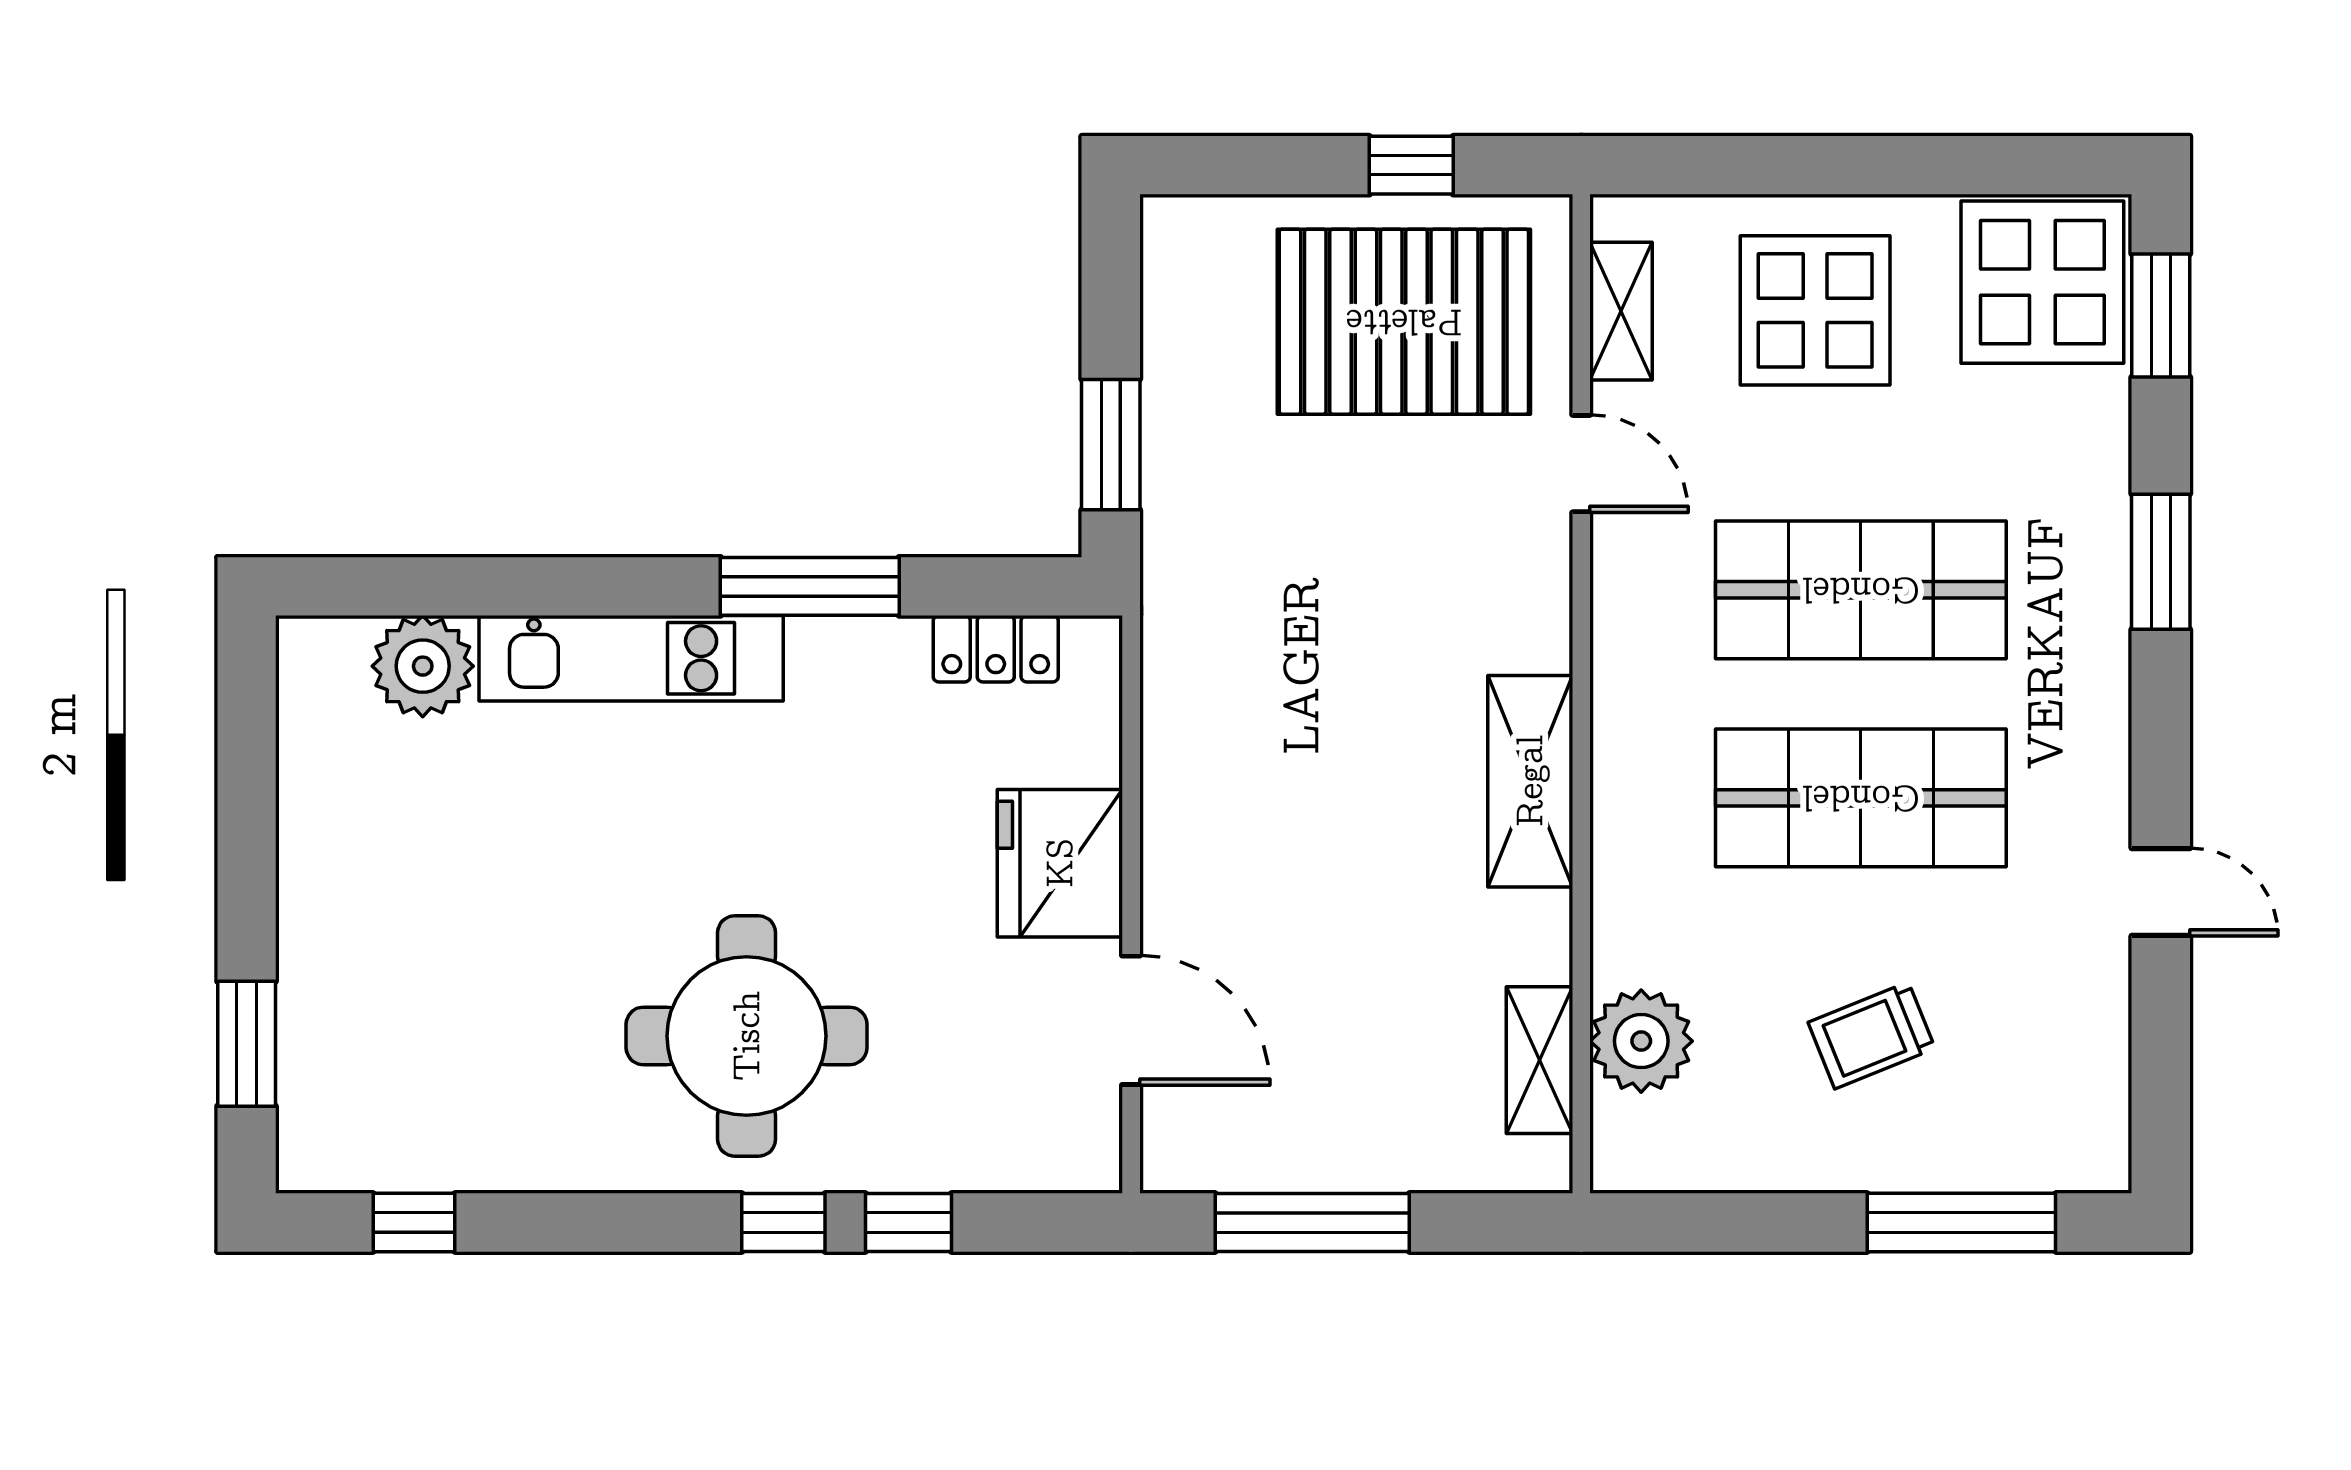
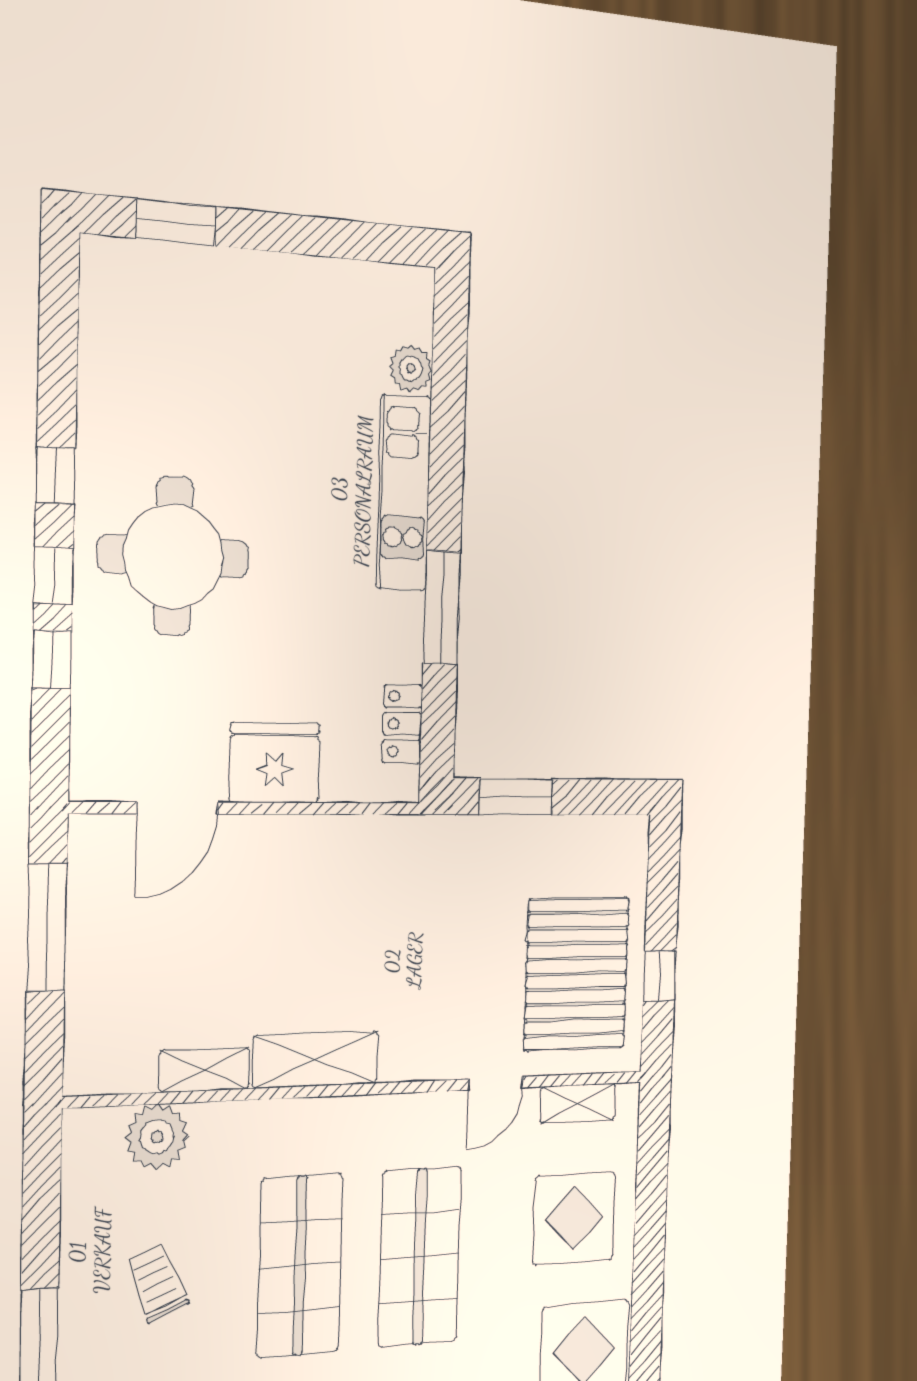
plant: (423, 666) -> (411, 368), width x0.73, depth x0.73
shelving: (1539, 1060) -> (204, 1070), moved
window: (414, 1223) -> (56, 475), moved

